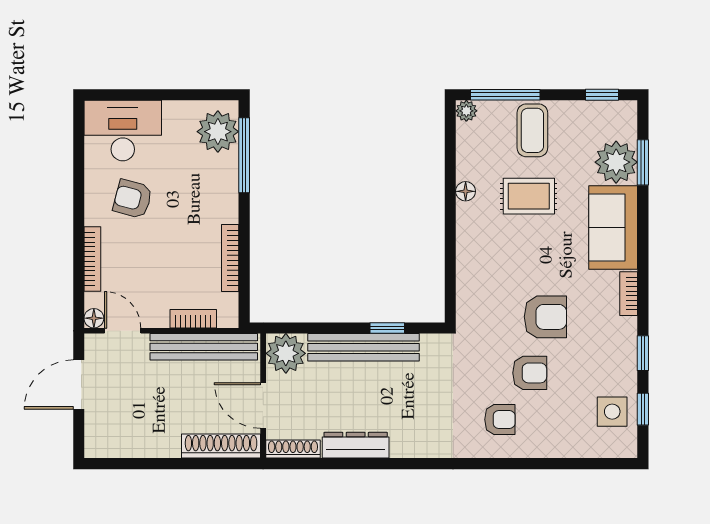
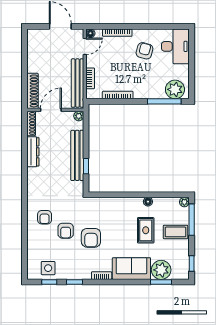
plant: (286, 353) -> (79, 116), width x0.53, depth x0.53

